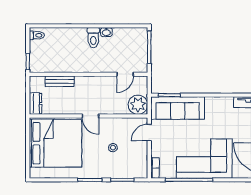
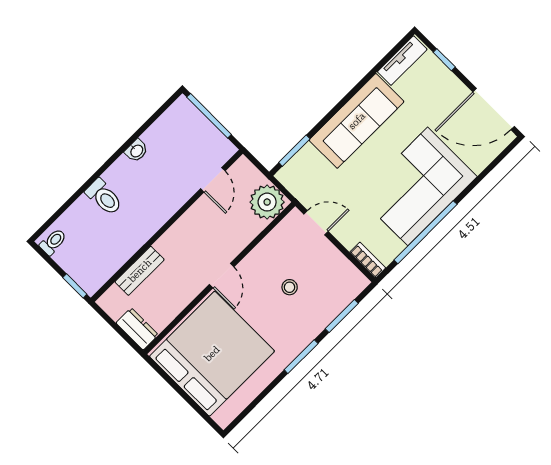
toilet: (93, 38) -> (104, 197), moved
sofa: (178, 108) -> (357, 121), moved
door: (90, 116) -> (222, 276), hinge flipped
door: (149, 133) -> (316, 223), swing flipped

